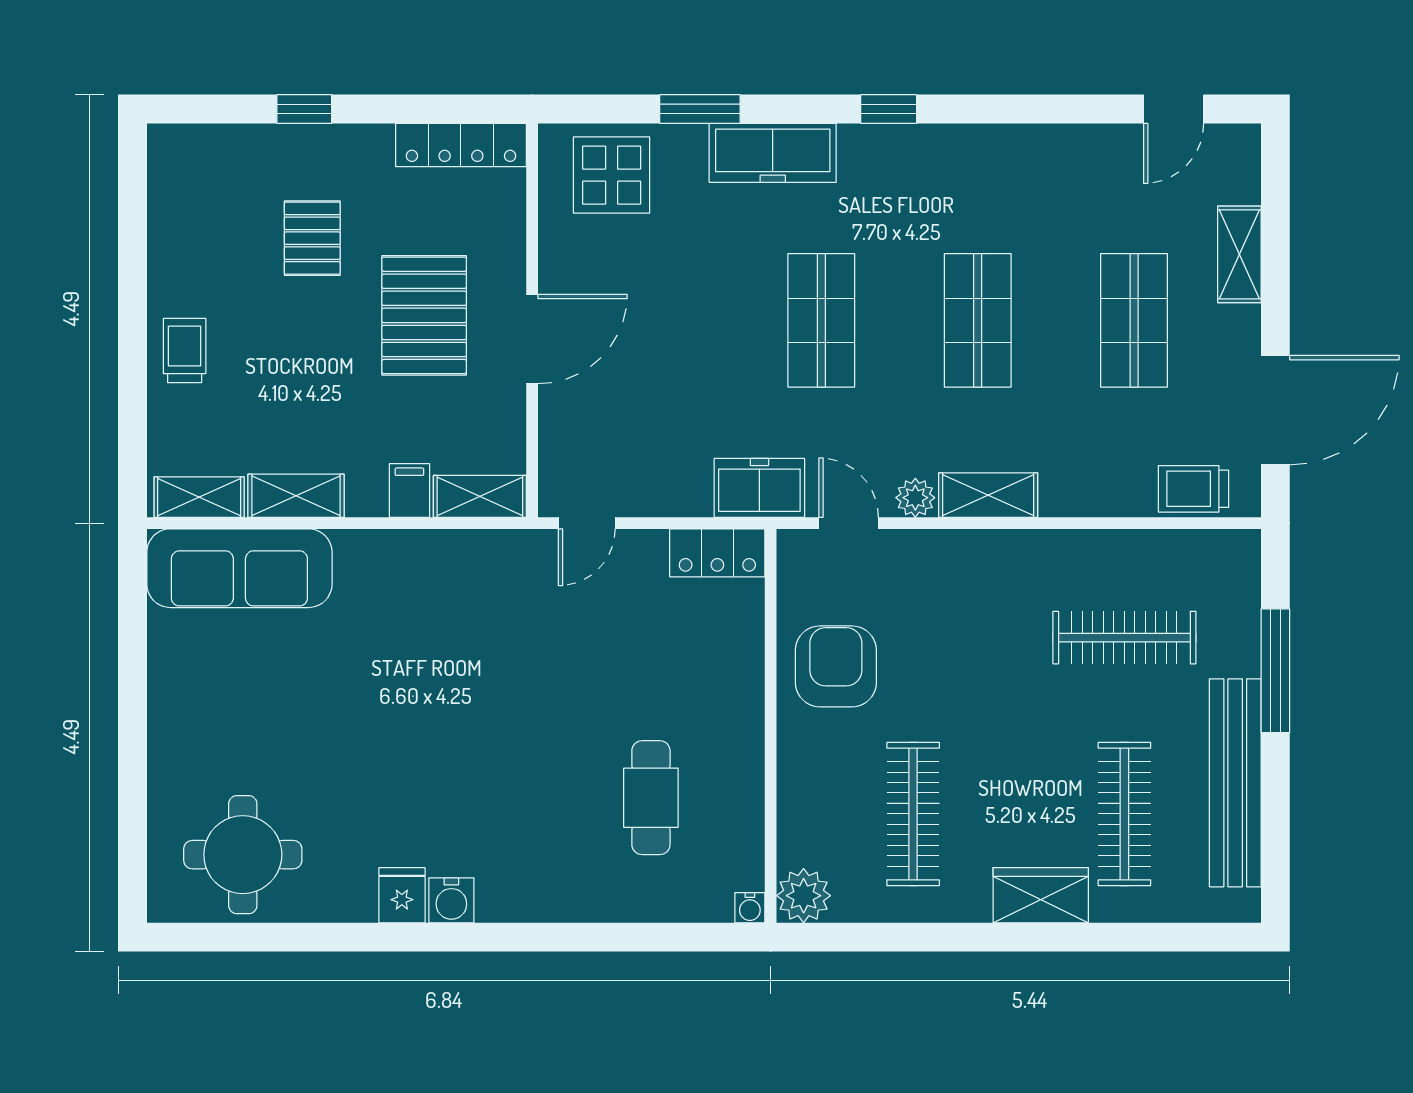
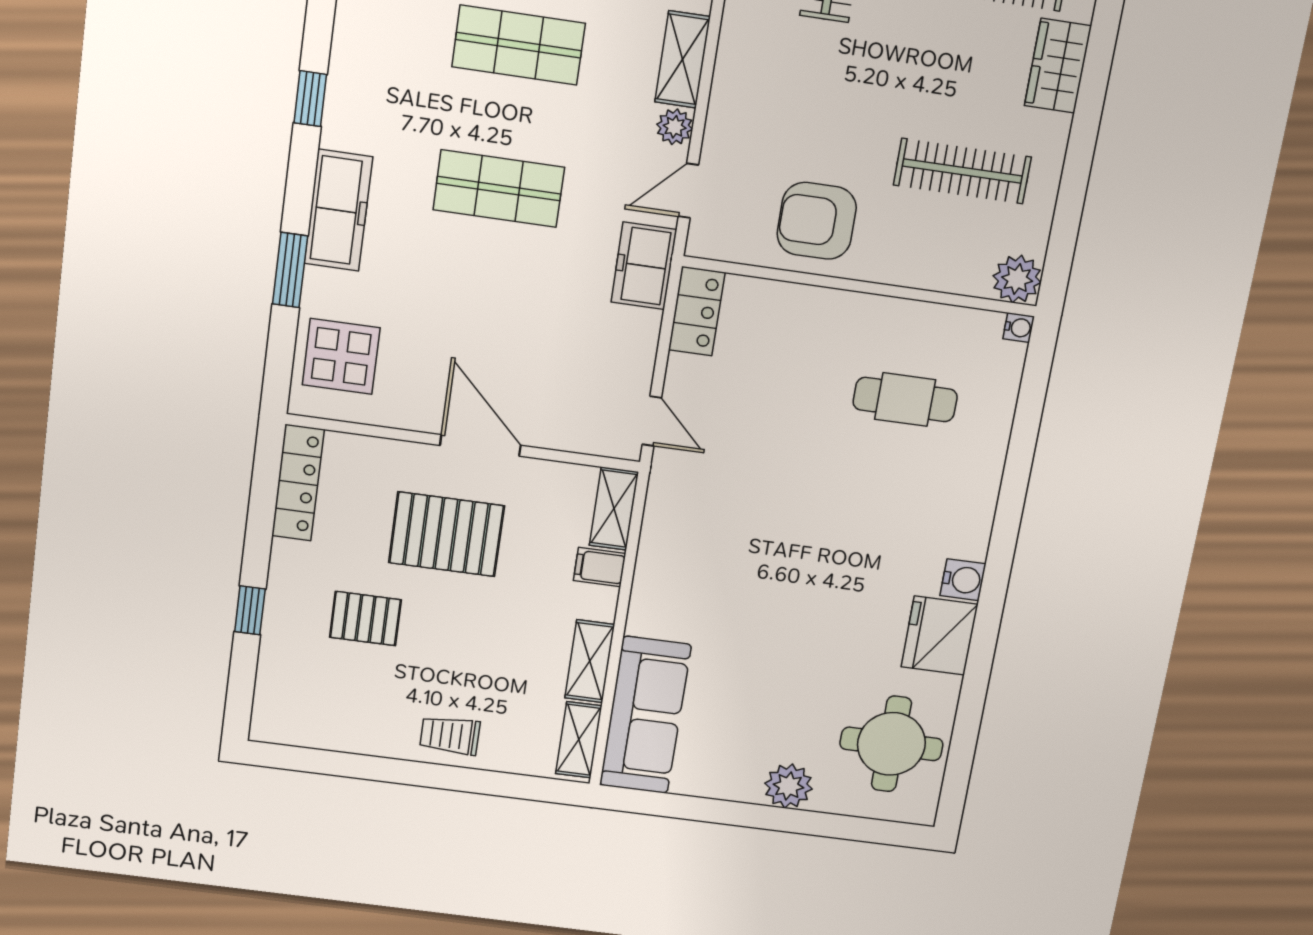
plant: (175, 745) -> (789, 786), added
fridge: (402, 895) -> (939, 636), width x1.88, depth x1.34

